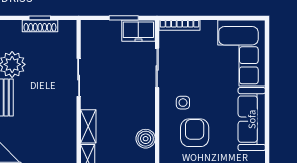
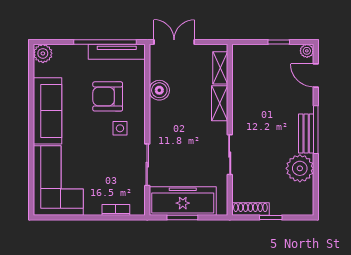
bookcase: (179, 25) -> (116, 210), width x0.64
shoe rack: (40, 26) -> (250, 209), moved
freezer: (138, 31) -> (183, 201), width x1.91, depth x1.26
armchair: (195, 133) -> (108, 96), turned 90

